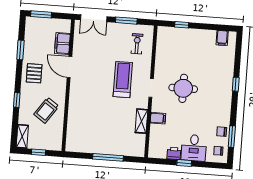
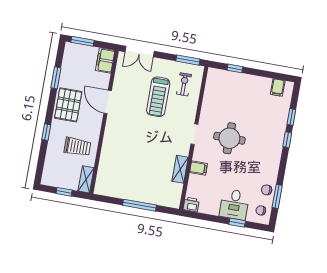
window: (126, 21) -> (188, 60), moved
filing cabinet: (62, 43) -> (105, 60), moved
window: (237, 63) -> (291, 117), added
pallet: (34, 73) -> (68, 105), width x1.50, depth x1.42
treadmill: (123, 80) -> (158, 97), moved, turned 180
trolley: (46, 110) -> (77, 147), turned -125
shelving: (22, 136) -> (86, 179), moved
printer: (174, 153) -> (191, 205), moved
window: (184, 163) -> (237, 223), moved

